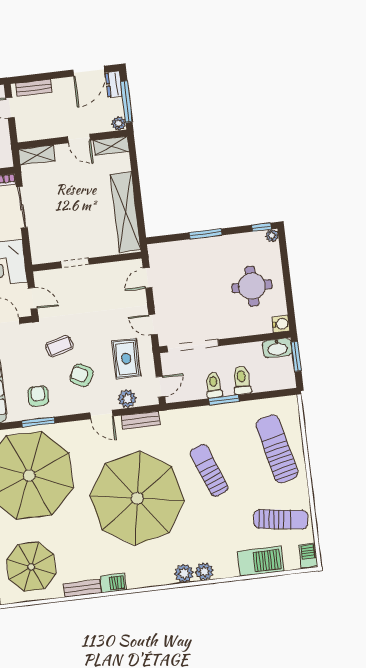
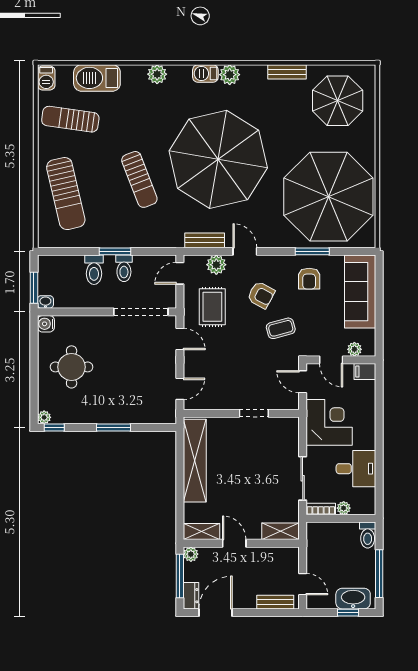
washbasin: (277, 348) -> (45, 302), width x0.52, depth x0.69
plant: (184, 573) -> (230, 75), moved
barbecue: (113, 583) -> (205, 74), moved

